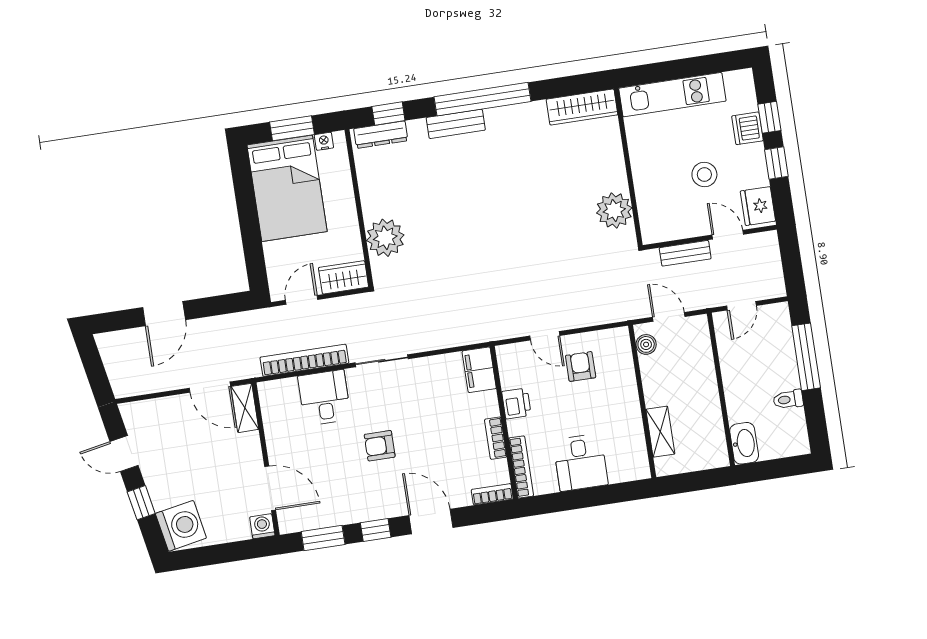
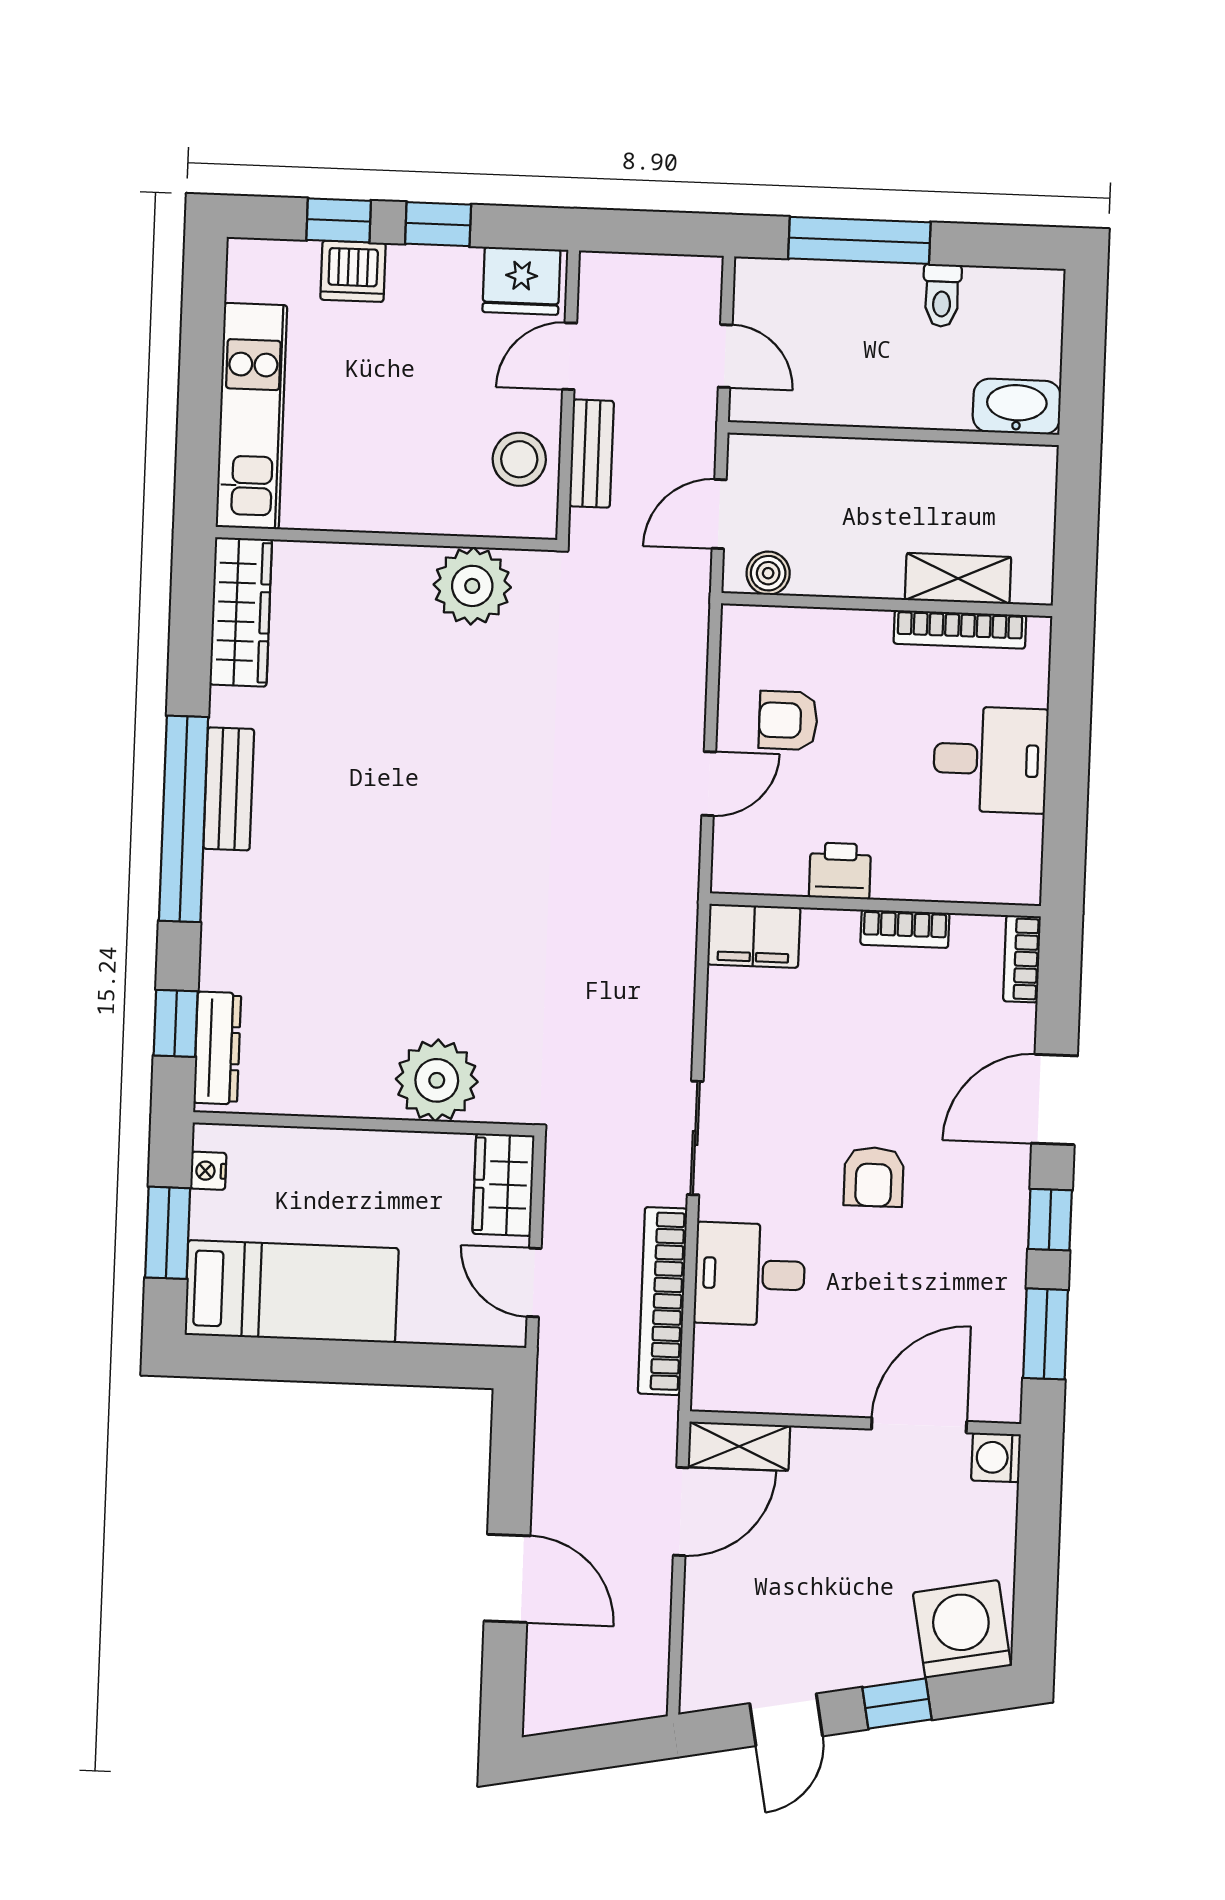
bench: (456, 124) -> (229, 789), moved
stool: (704, 175) -> (519, 459), moved
bed: (287, 188) -> (292, 1291), width x0.67
bookcase: (521, 467) -> (960, 629), moved, turned 180

